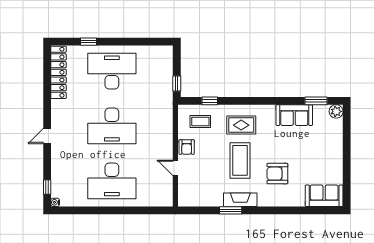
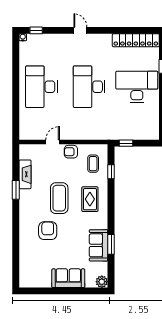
desk: (112, 71) -> (137, 87), turned -90
window: (316, 101) -> (111, 244), moved
coffee table: (240, 160) -> (59, 198), turned 90
sofa: (324, 196) -> (68, 278), moved, turned -90
fireplace: (240, 200) -> (25, 174), moved

